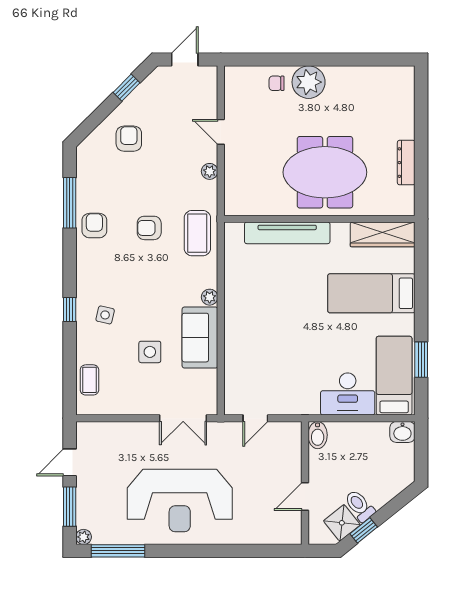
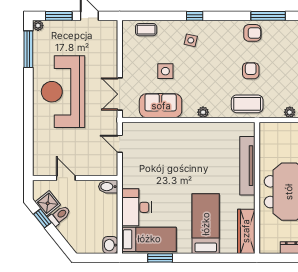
sofa: (200, 338) -> (161, 106), moved

